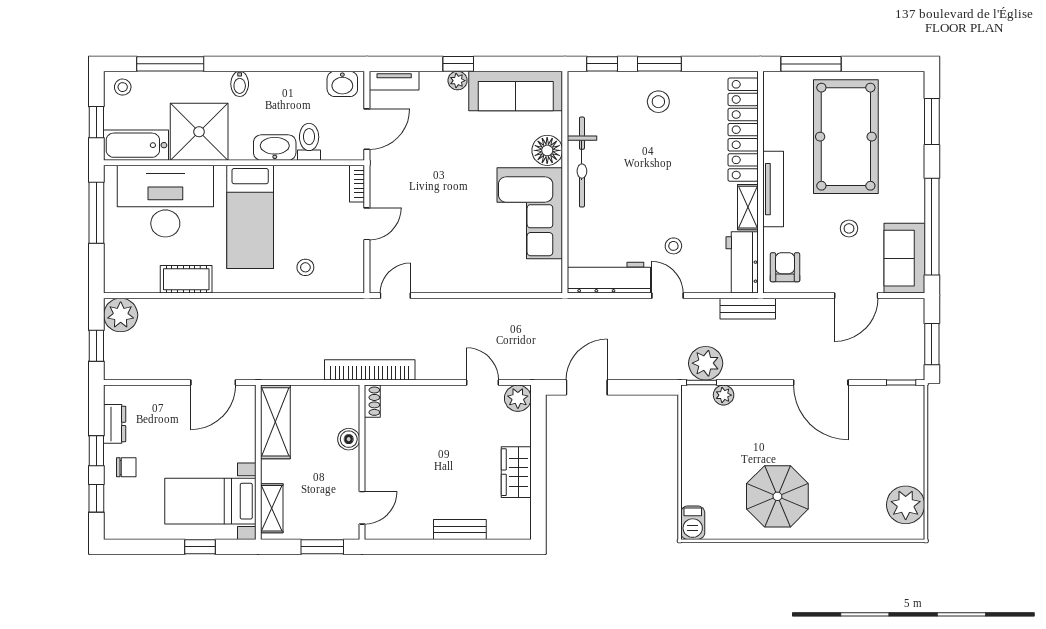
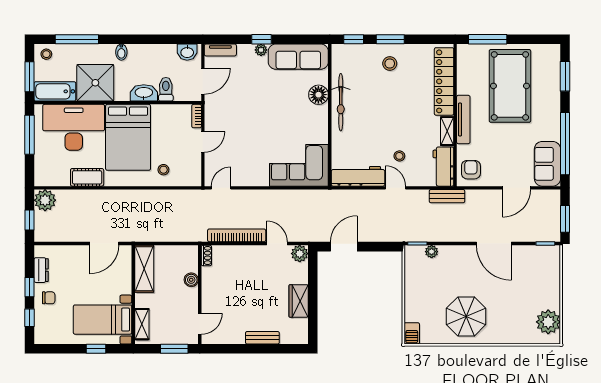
window: (96, 122) -> (30, 77), width x1.50
corner sofa: (530, 213) -> (299, 165), moved, turned 90
bed: (250, 217) -> (128, 137), width x1.50
stool: (849, 228) -> (512, 145), removed
plant: (706, 363) -> (420, 231), removed
bookcase: (370, 370) -> (237, 235), moved

